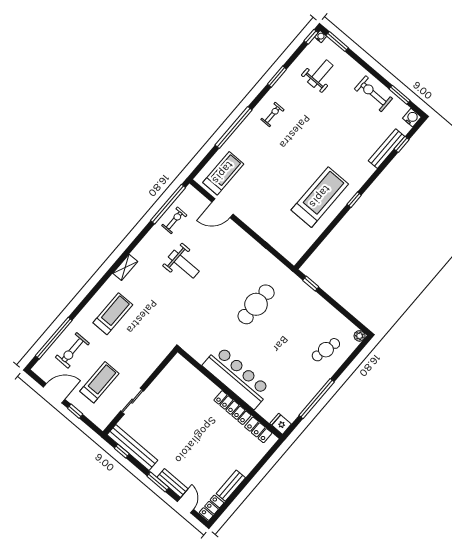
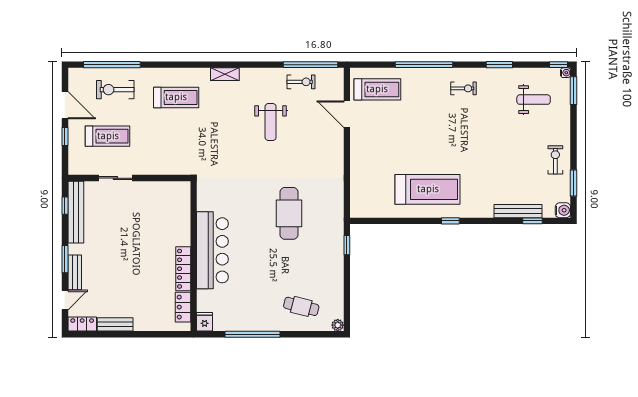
exercise bike: (373, 94) -> (555, 160), width x0.73, depth x0.72
cafe table: (256, 304) -> (289, 213), turned 90

